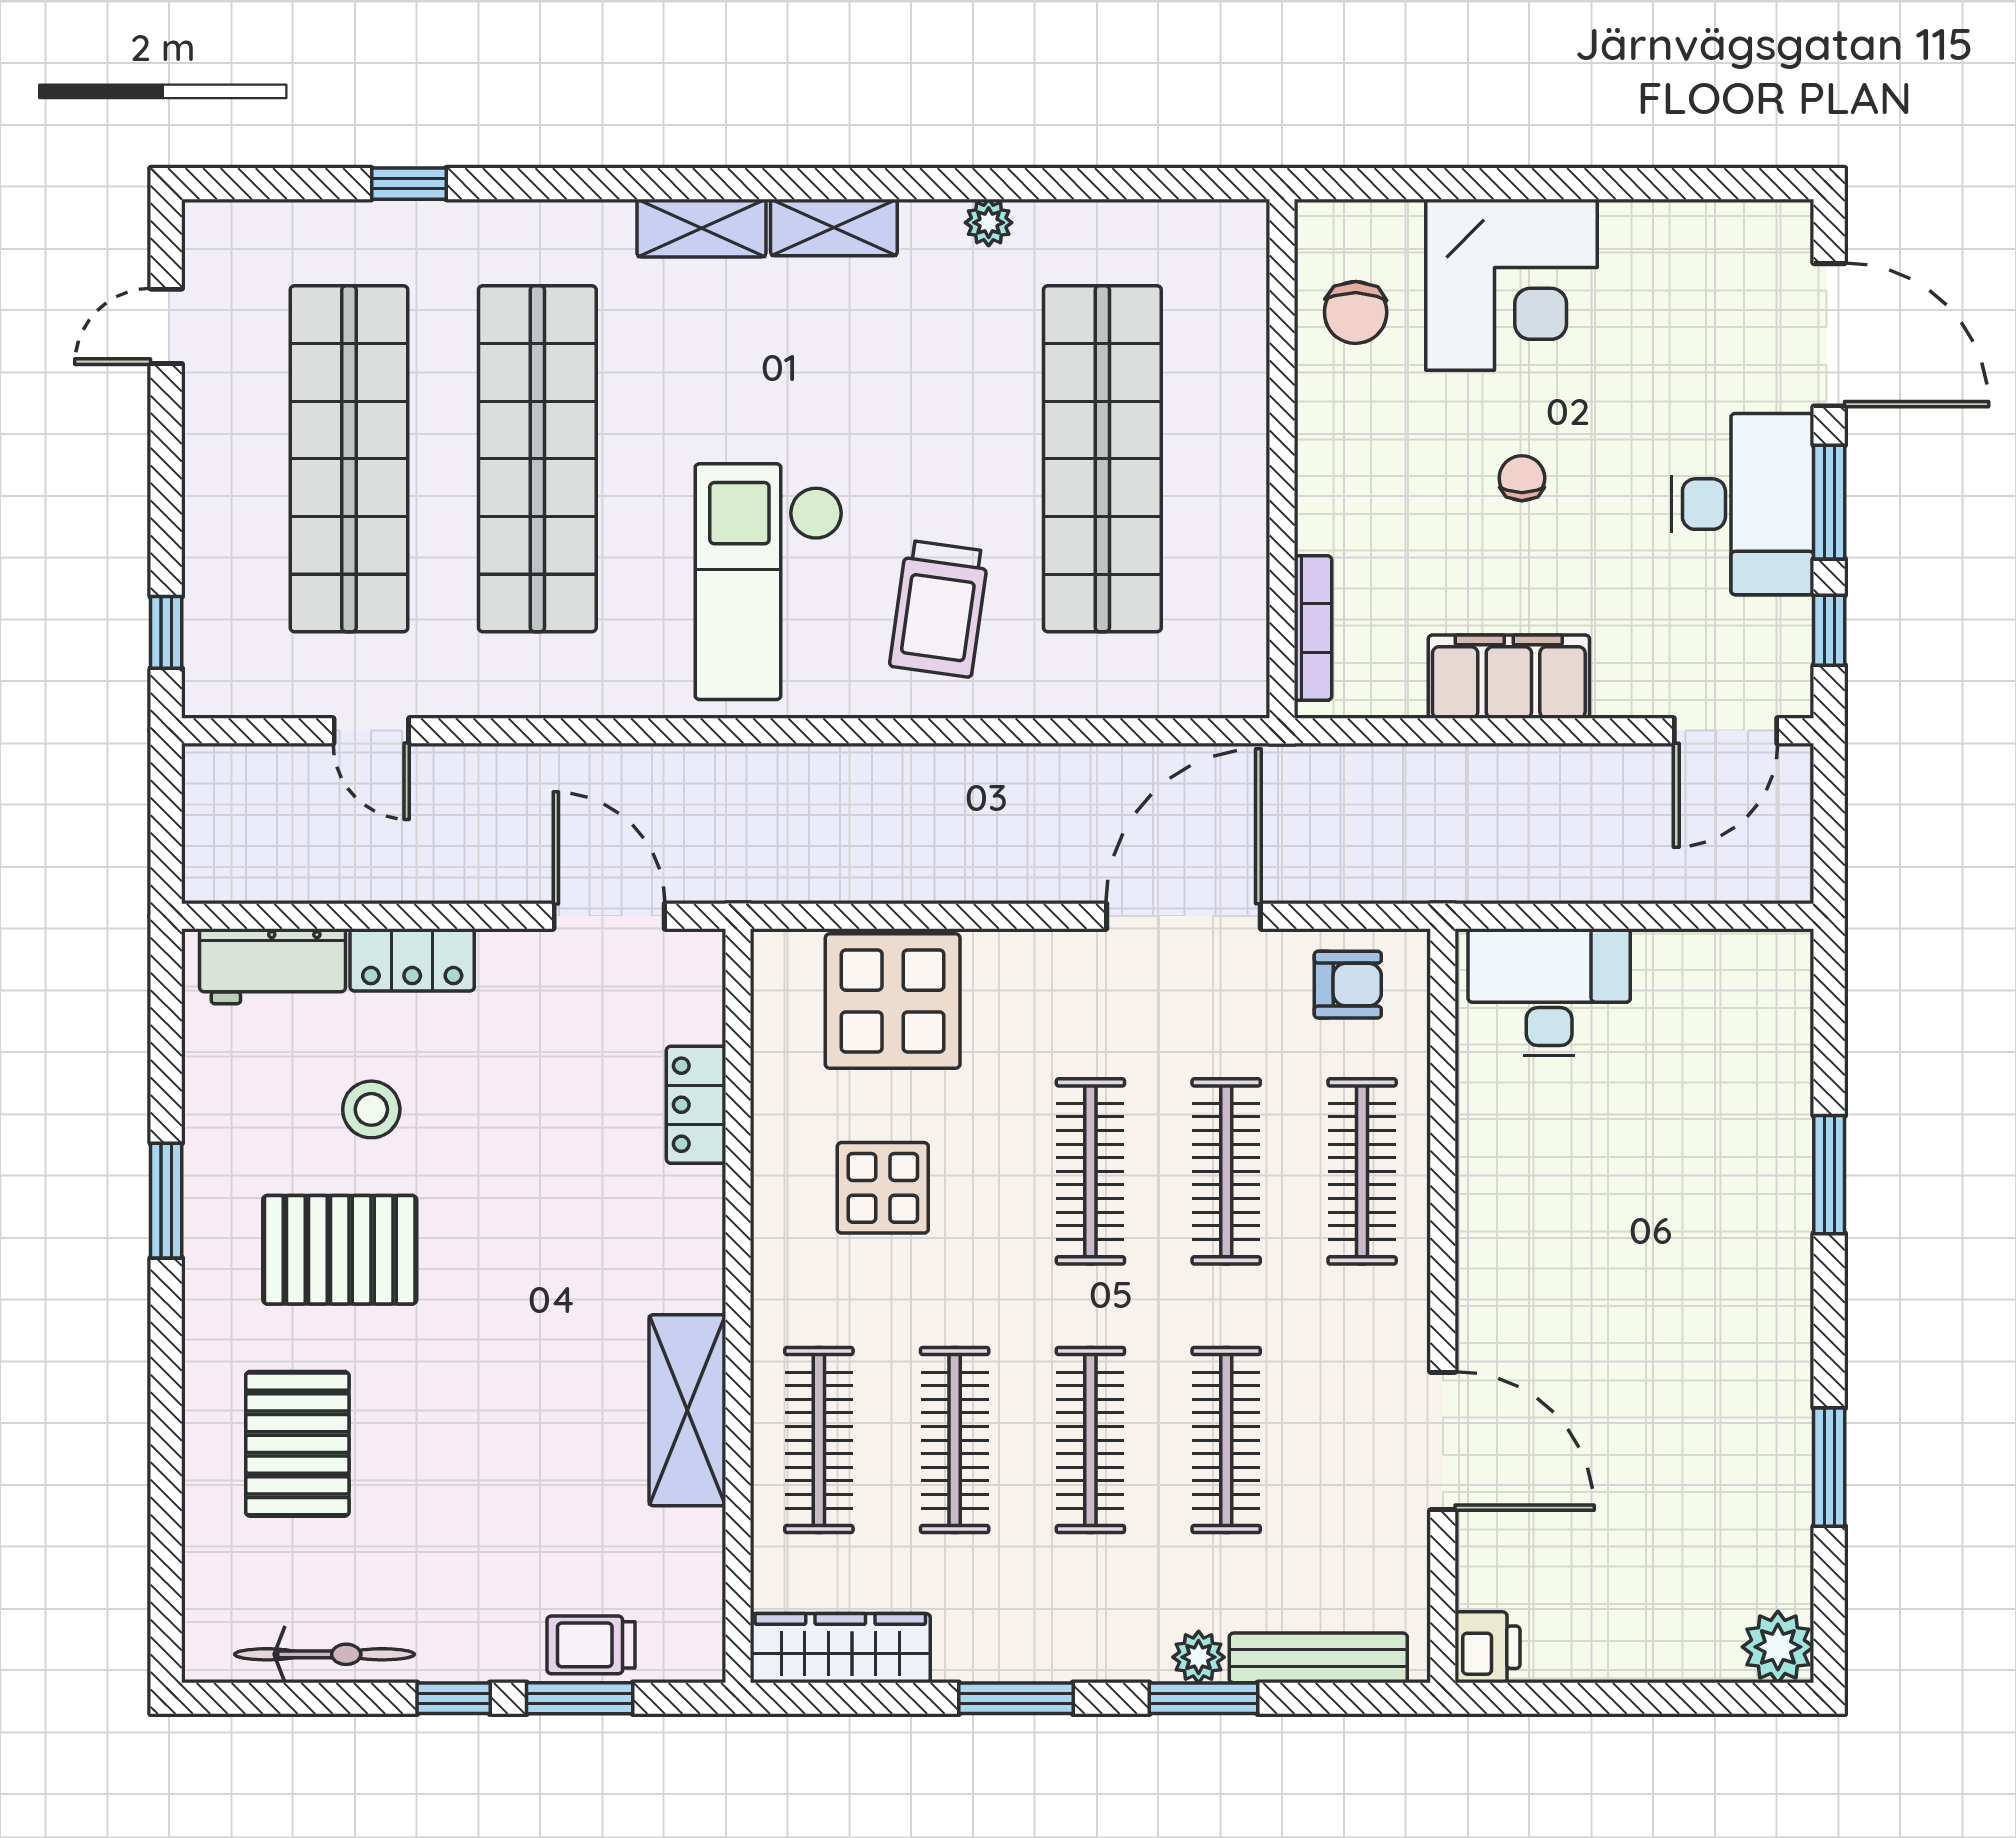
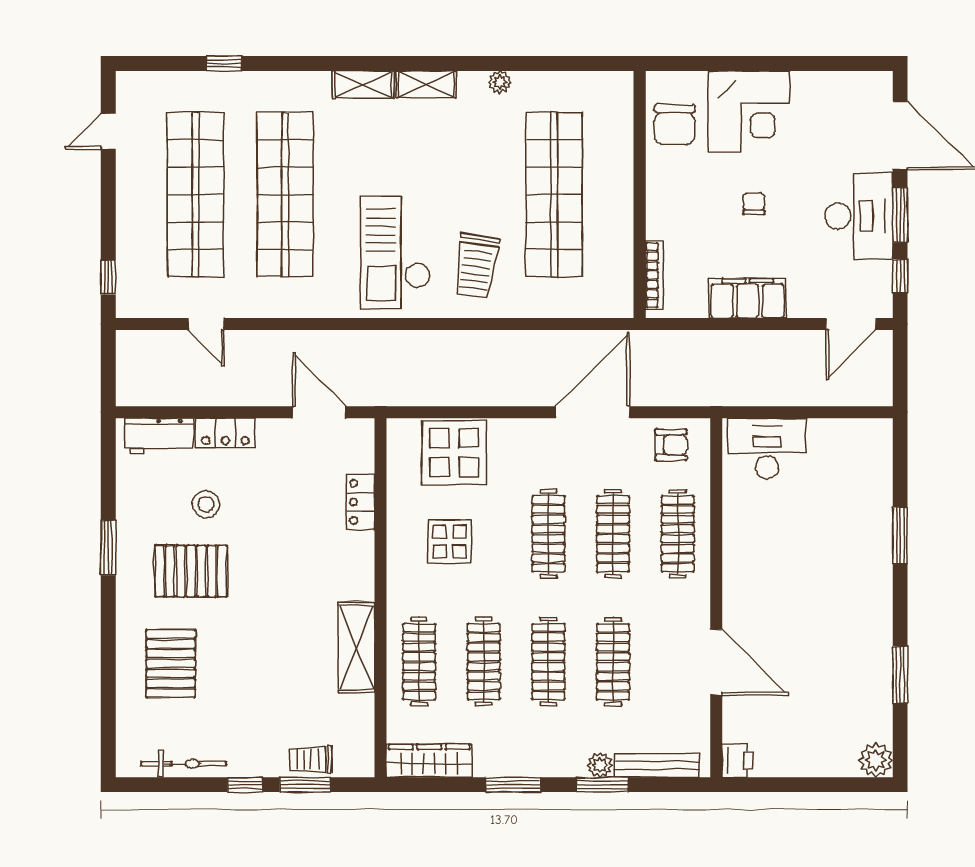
chair: (1356, 312) -> (675, 125), width x1.37, depth x1.37

